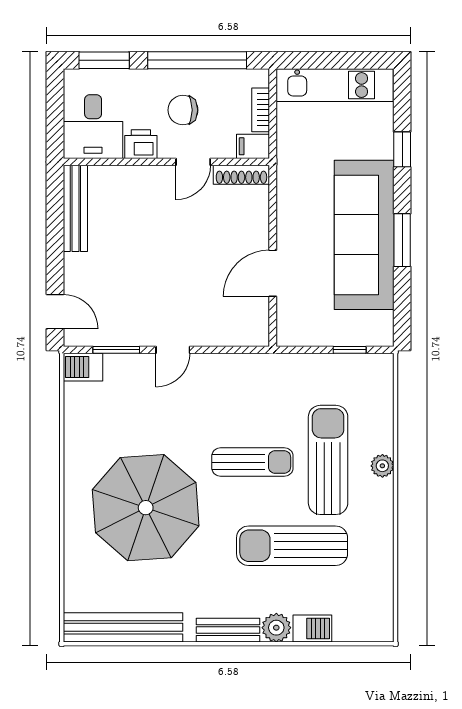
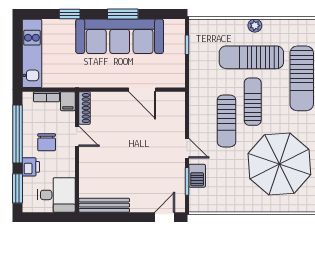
printer: (141, 144) -> (31, 167), moved, turned 180
barbecue: (83, 367) -> (197, 176), moved
sun lounger: (219, 417) -> (226, 121), added

